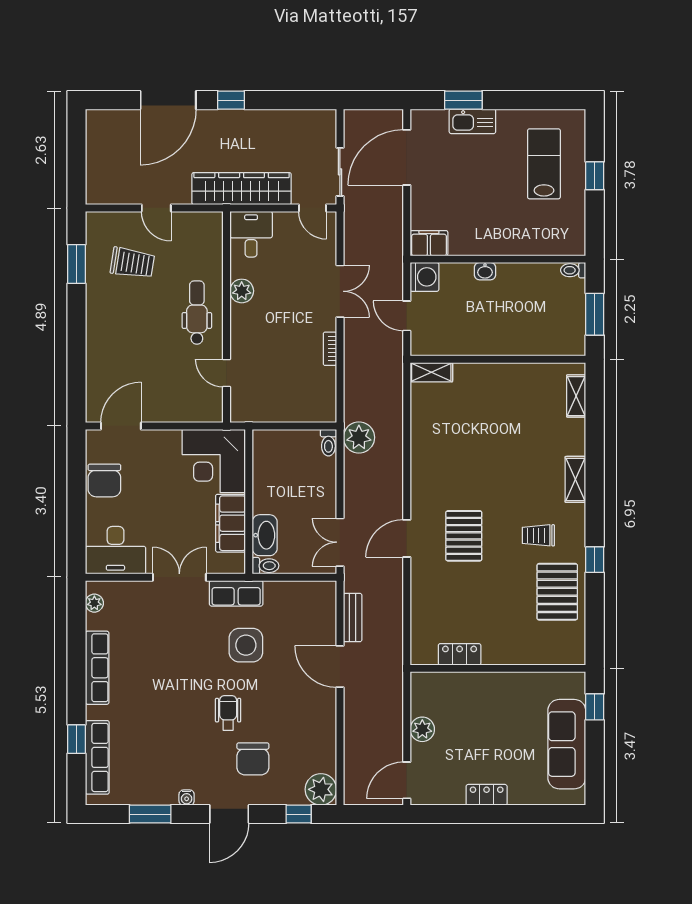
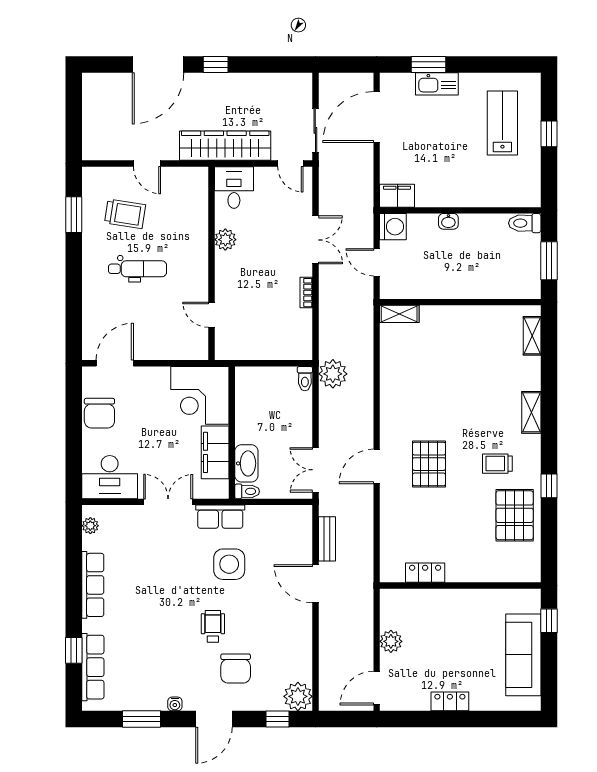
toilet: (573, 270) -> (525, 223), width x1.37, depth x1.39
dental chair: (197, 313) -> (138, 269), moved, turned 90

